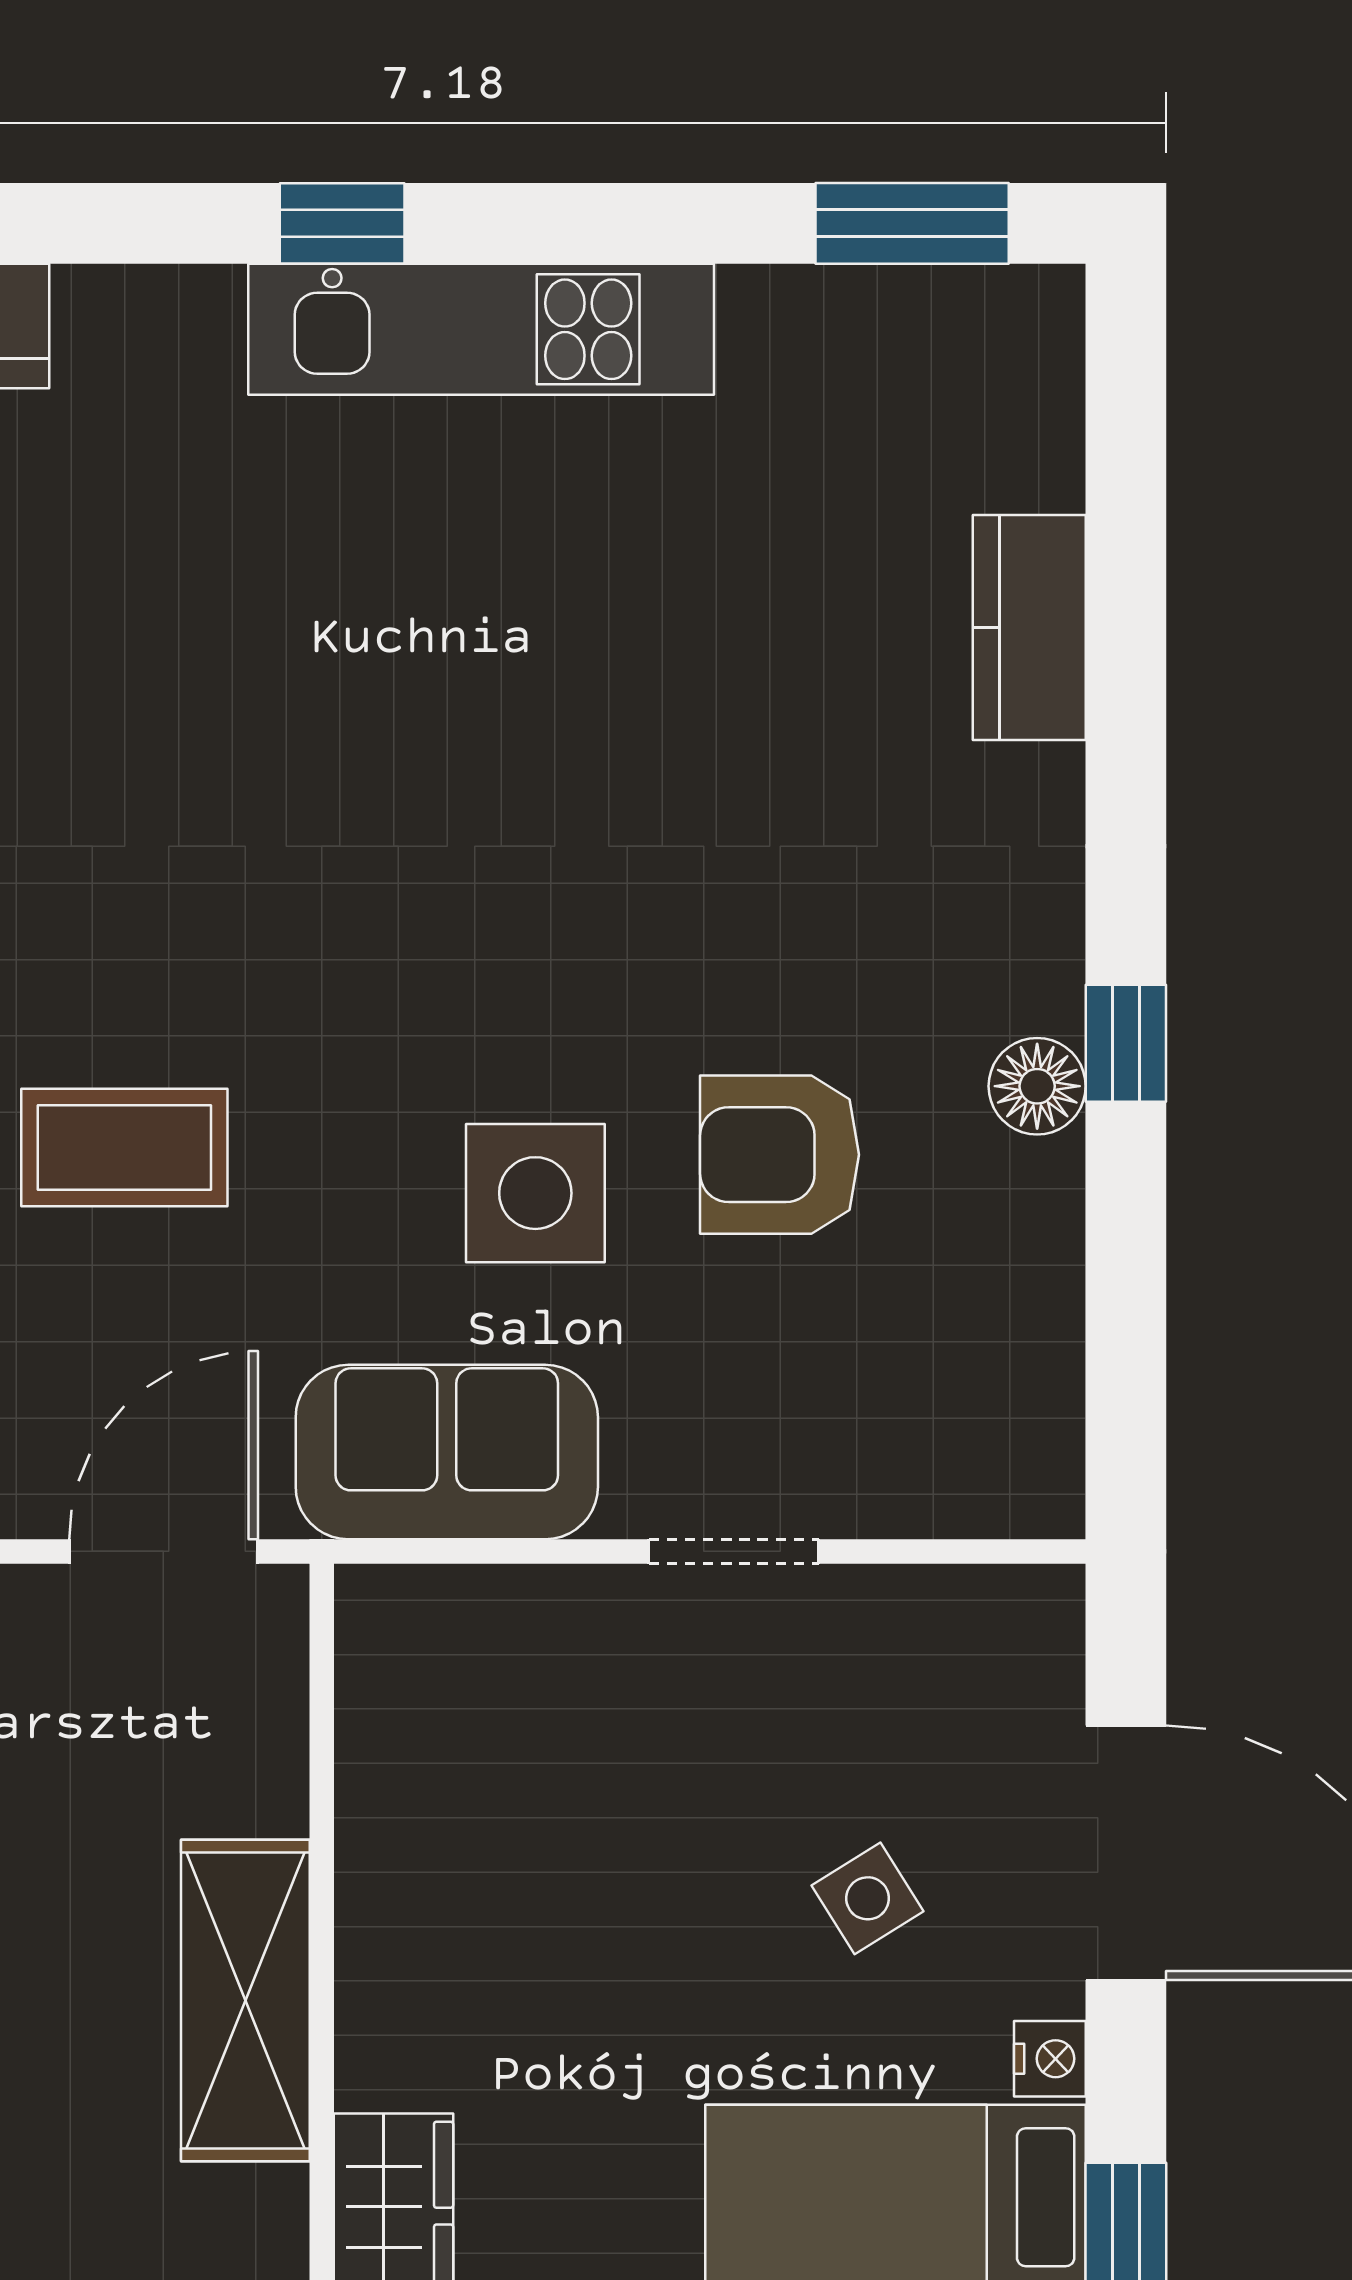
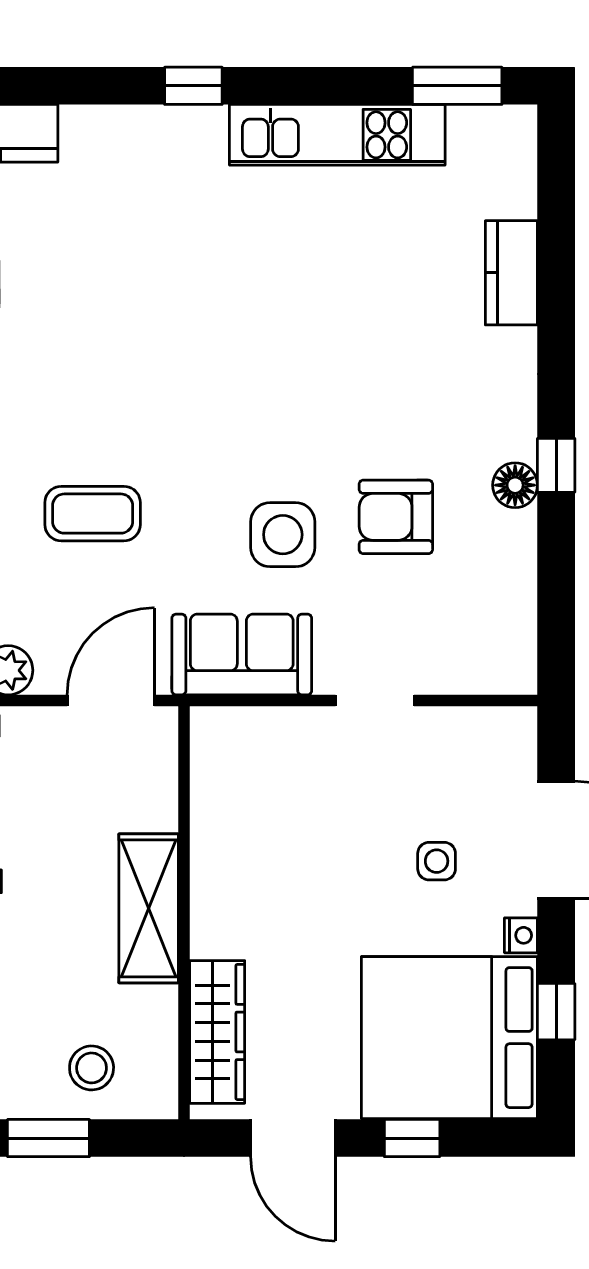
kitchen unit: (481, 329) -> (337, 135), moved
side table: (868, 1898) -> (437, 861), turned 32

